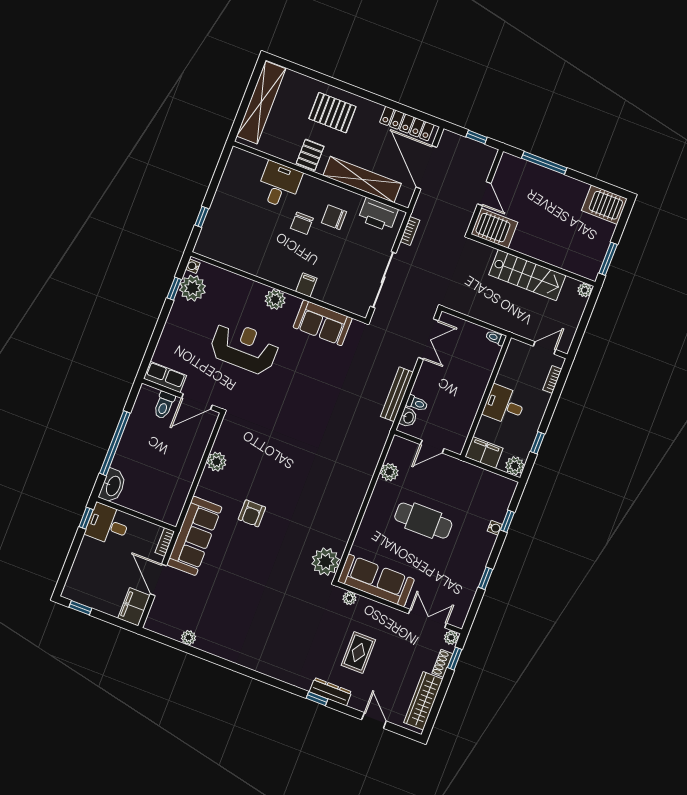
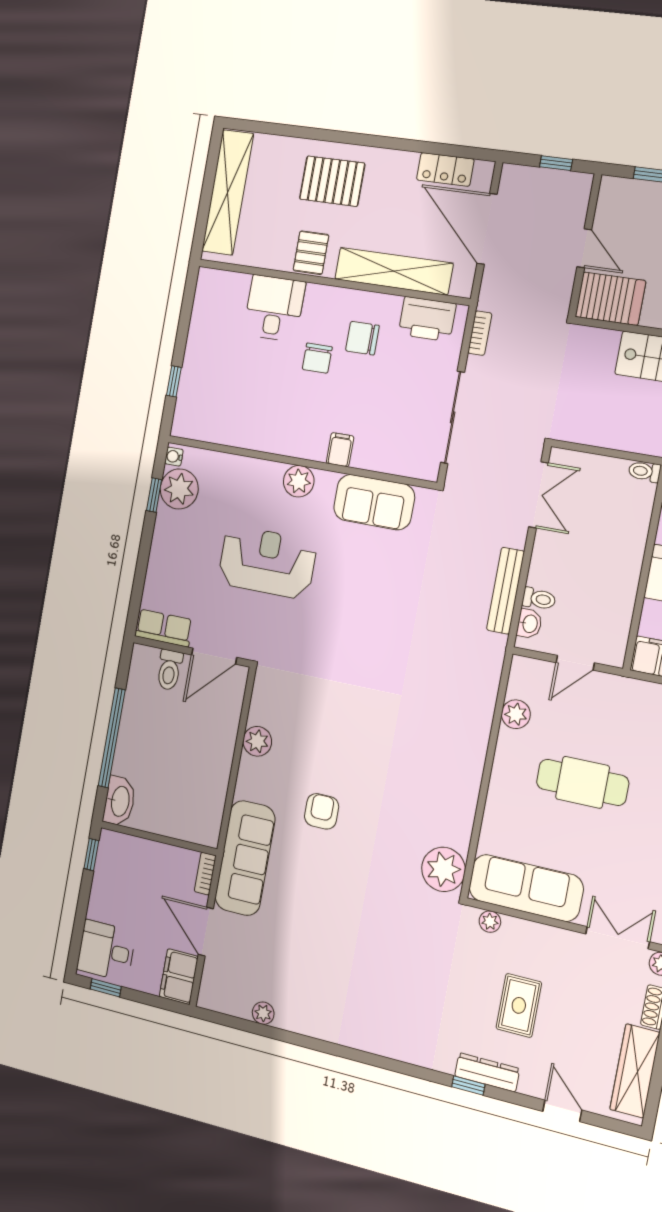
locker: (407, 124) -> (445, 169), width x0.66
armchair: (252, 513) -> (322, 811), turned 180
desk: (108, 525) -> (106, 951), moved

